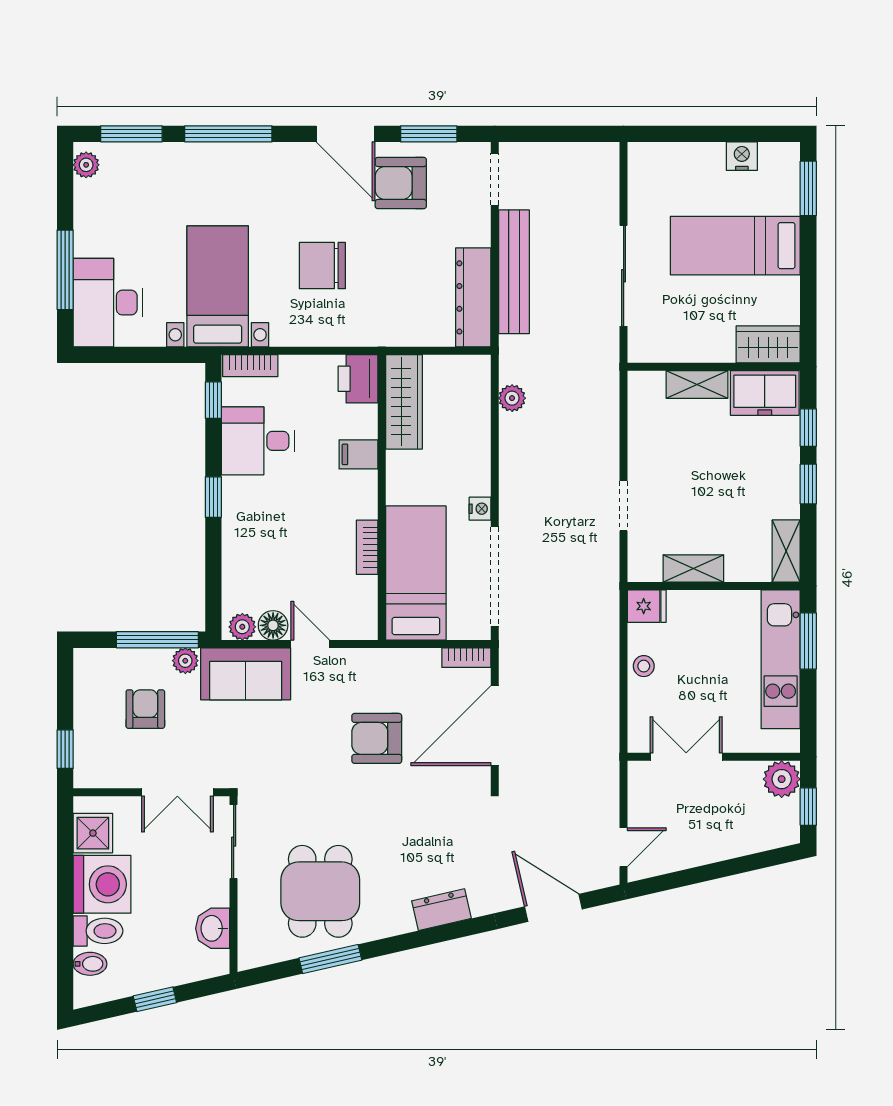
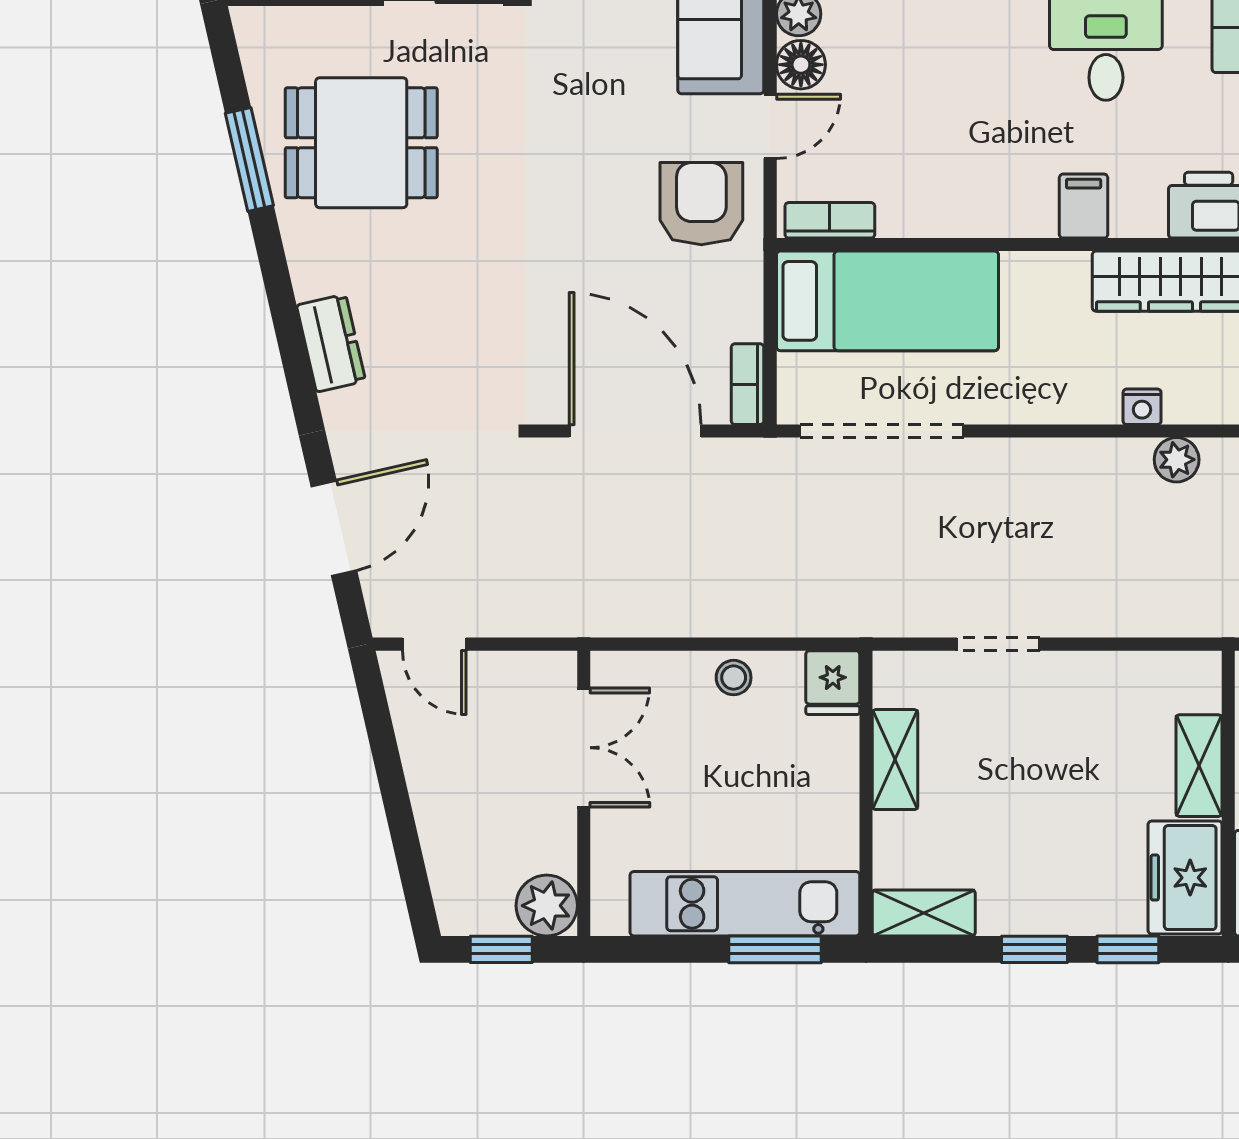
nightstand: (480, 509) -> (1142, 407), moved
bookcase: (367, 547) -> (830, 220), moved
armchair: (377, 738) -> (701, 204), moved

